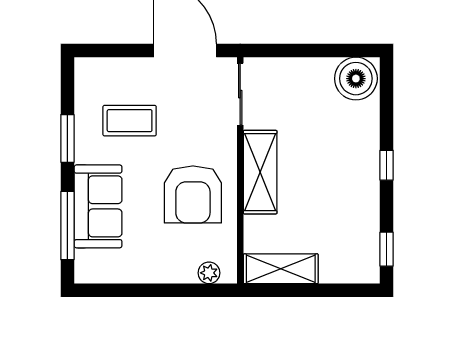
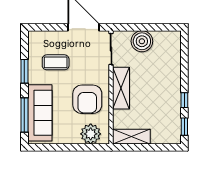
boiler: (356, 79) -> (142, 41), moved
window: (387, 165) -> (184, 100), moved
sofa: (98, 206) -> (40, 113), width x1.36
plant: (209, 273) -> (91, 134), width x1.88, depth x1.88

